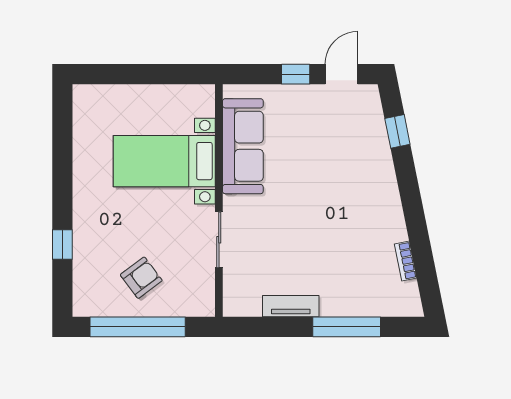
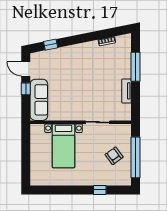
sofa: (243, 146) -> (39, 100), moved, turned 90

